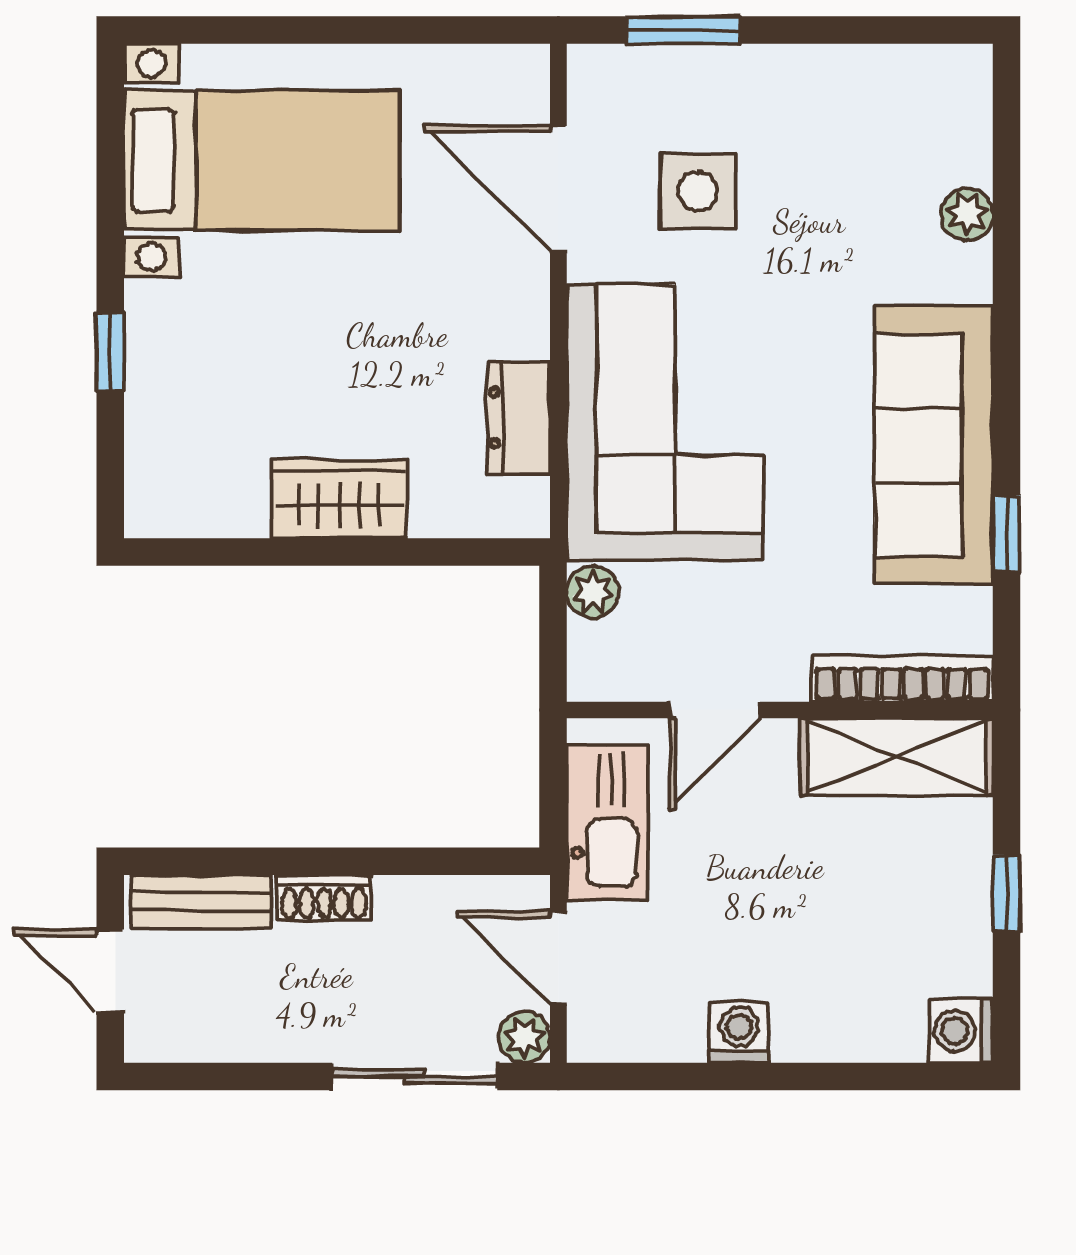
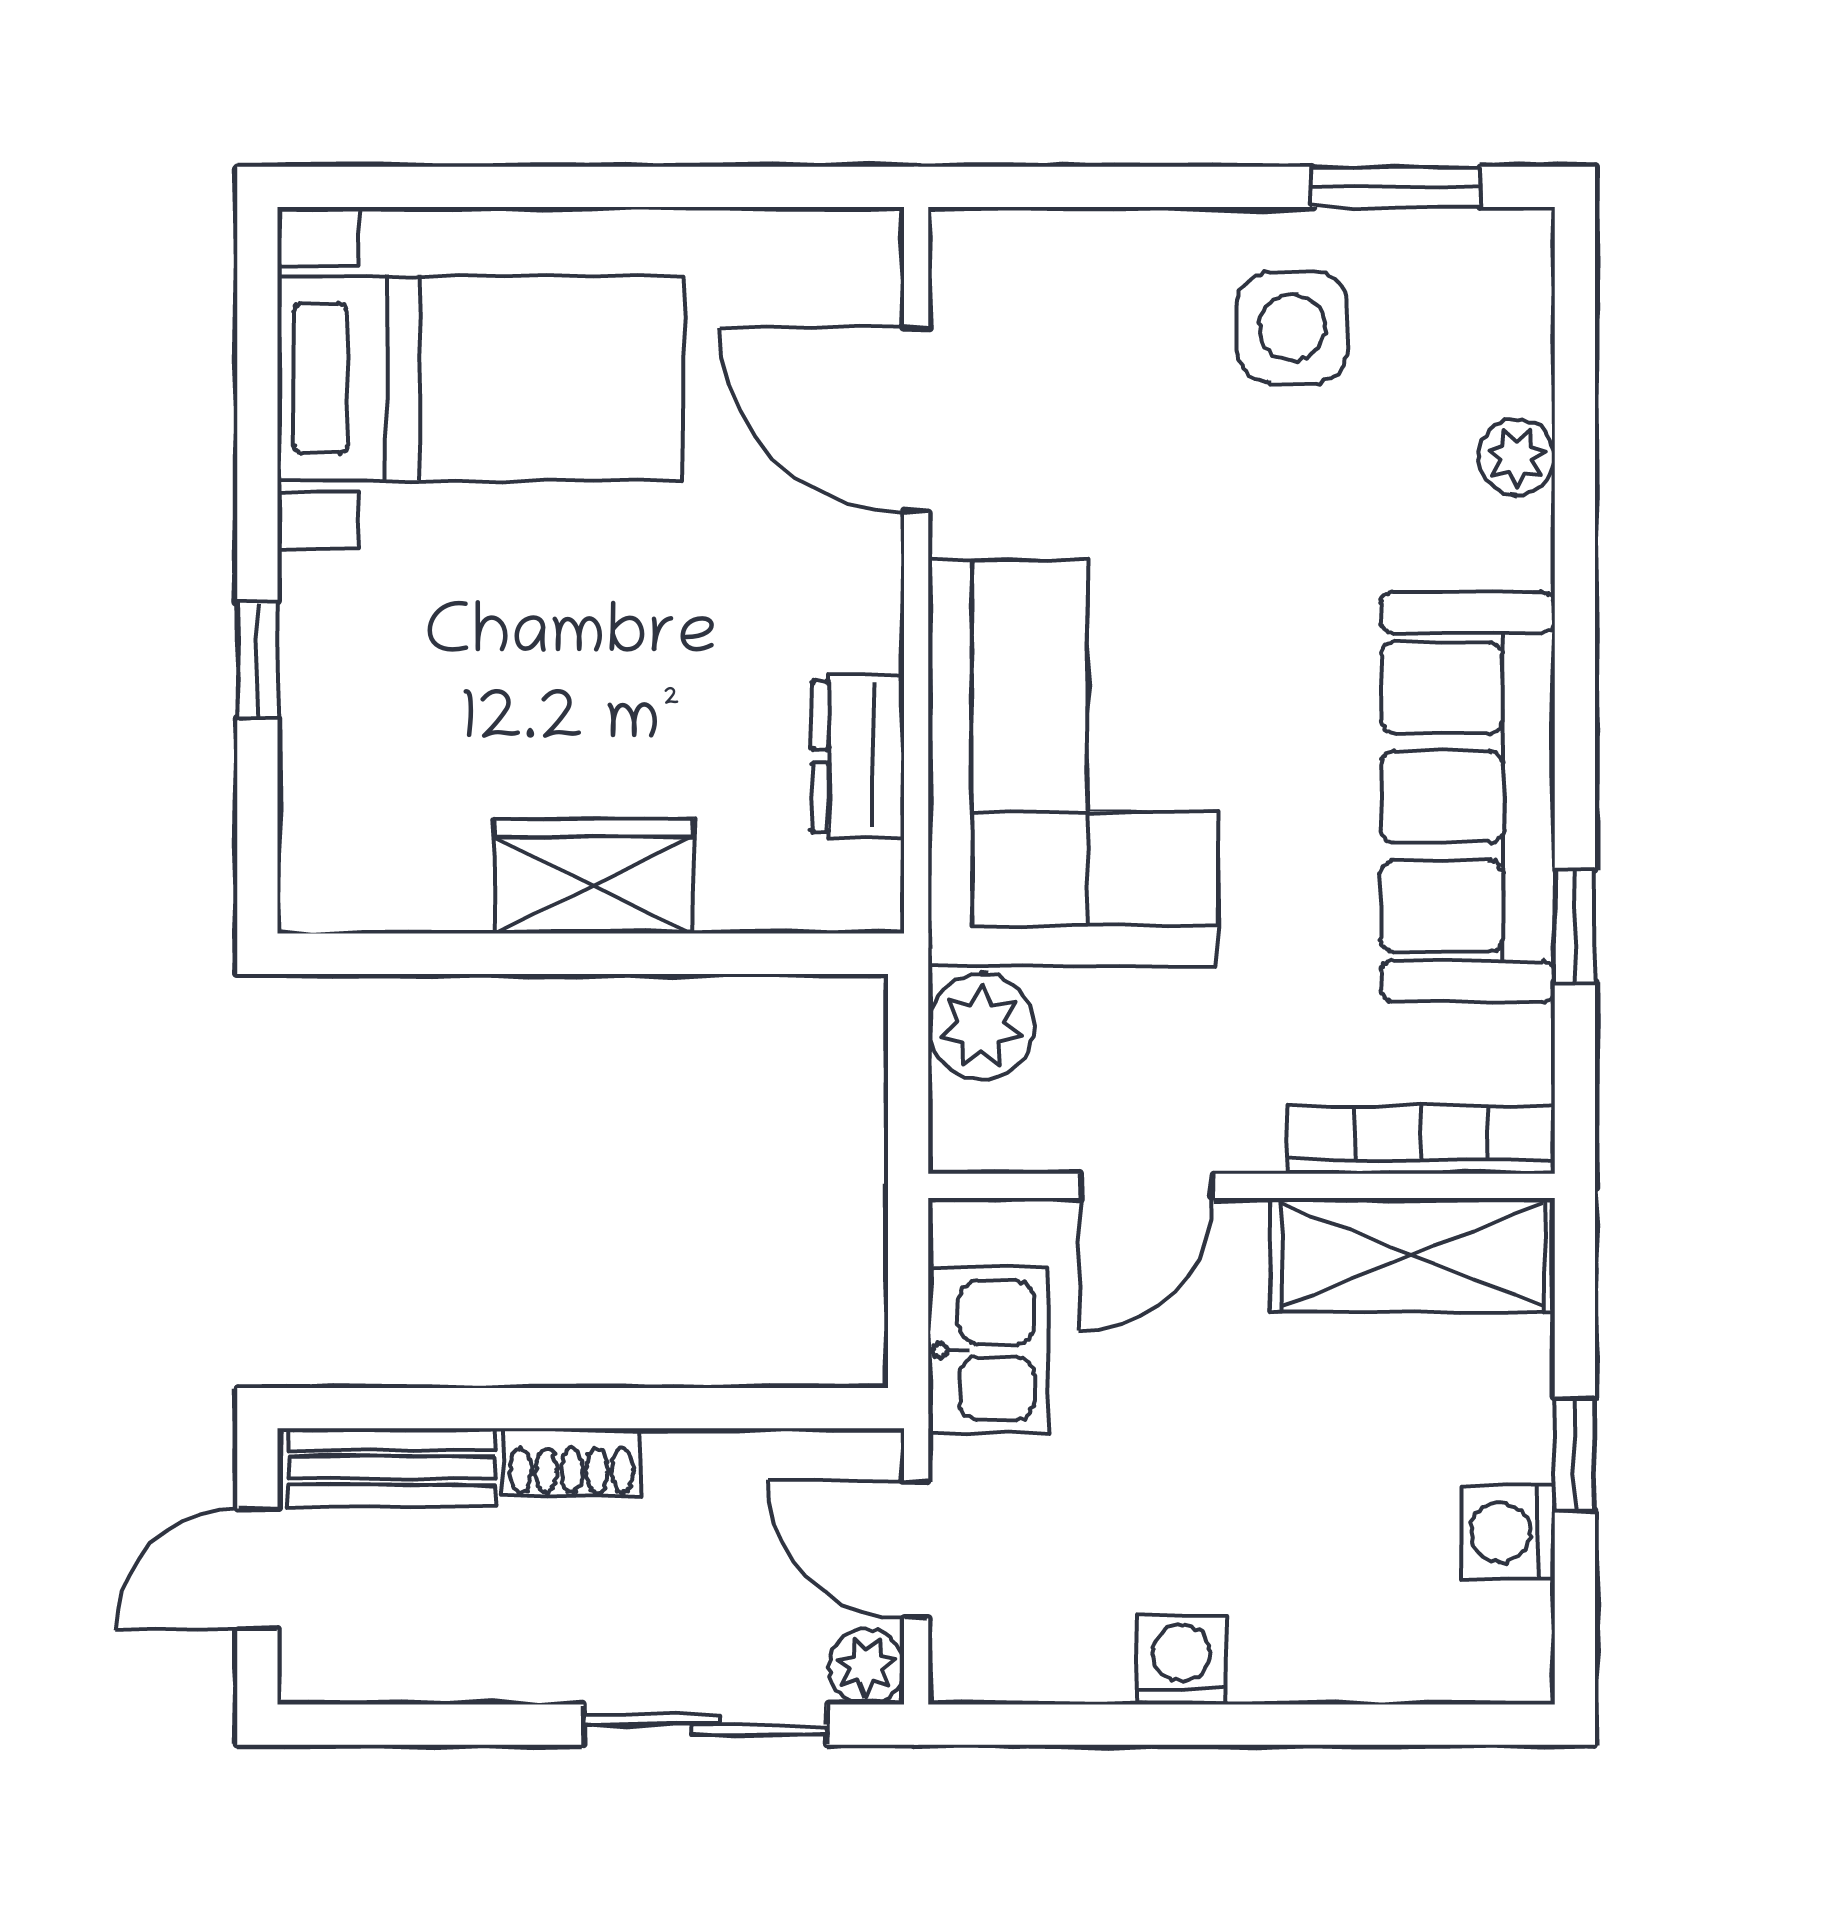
window: (683, 30) -> (1396, 187), moved
side table: (698, 191) -> (1292, 327), moved
plant: (593, 592) -> (981, 1027), width x1.38, depth x1.38
kitchen sink: (607, 822) -> (988, 1350), width x0.73
door: (110, 971) -> (257, 1569), hinge flipped
washing machine: (961, 1031) -> (1508, 1532), moved

